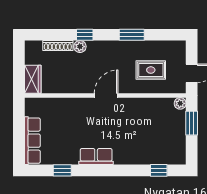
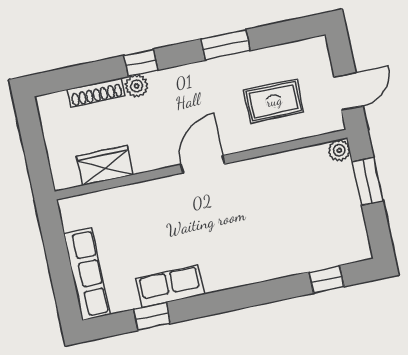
wardrobe: (33, 79) -> (105, 166), moved, turned -90
row of seats: (96, 157) -> (170, 286), moved

